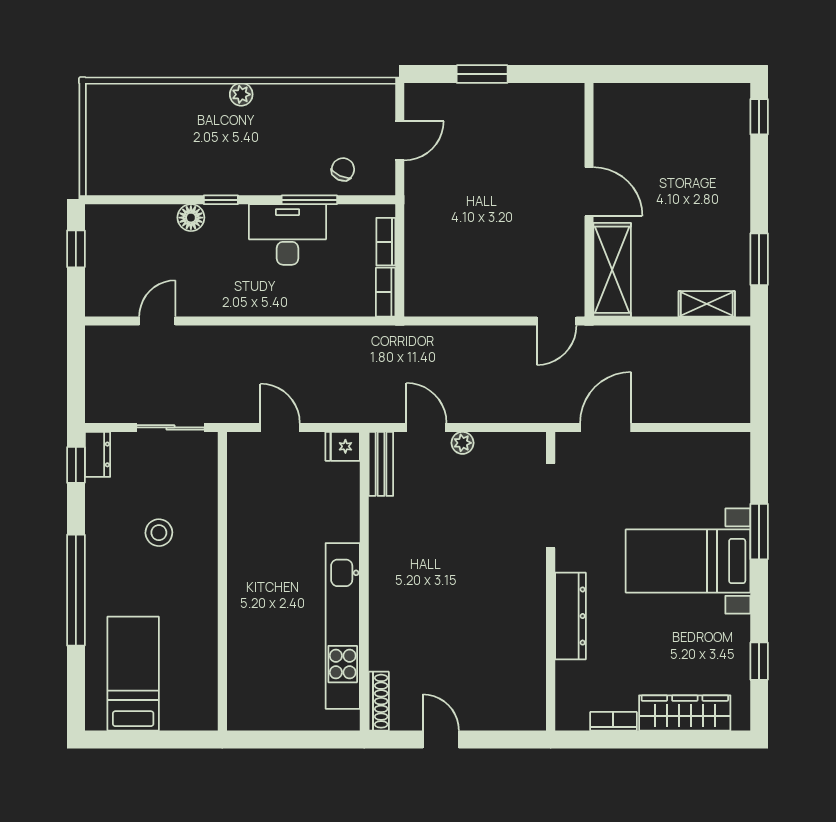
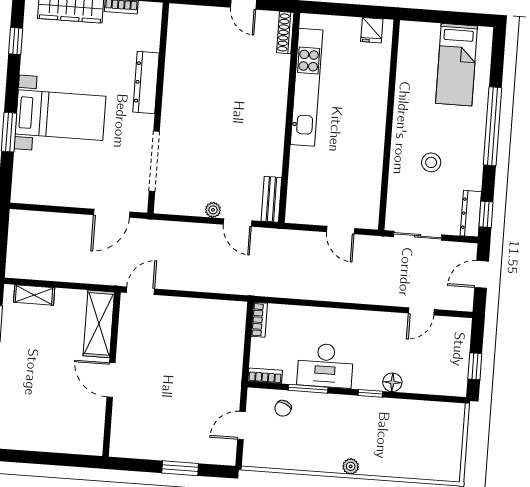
bookcase: (386, 242) -> (265, 376), moved, turned -90
door: (76, 379) -> (482, 274), added
fridge: (343, 446) -> (372, 30), moved, turned 90
dresser: (97, 454) -> (471, 214), width x1.44

